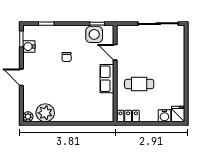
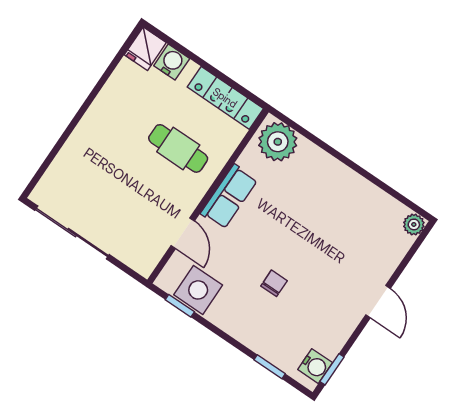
water cooler: (29, 47) -> (315, 366), moved
plant: (45, 113) -> (278, 142), moved
locker: (128, 116) -> (225, 98), width x1.53

